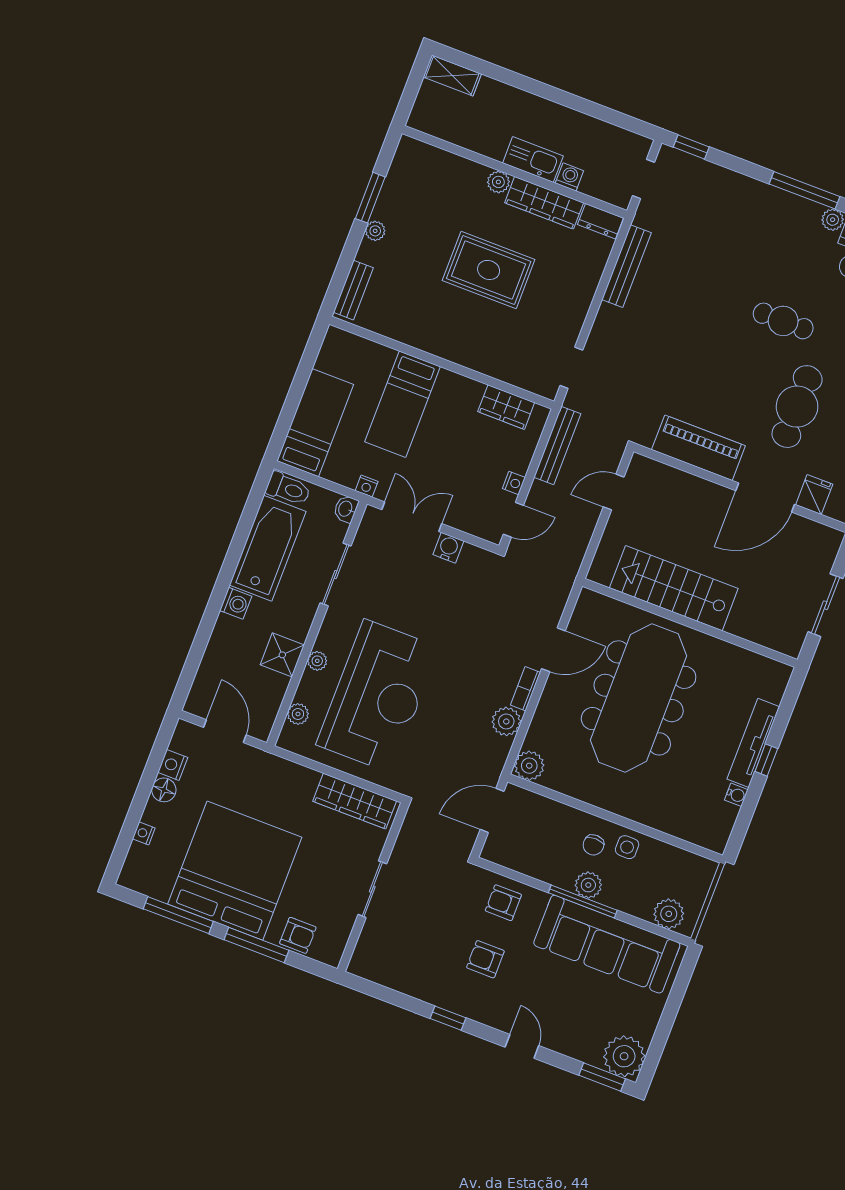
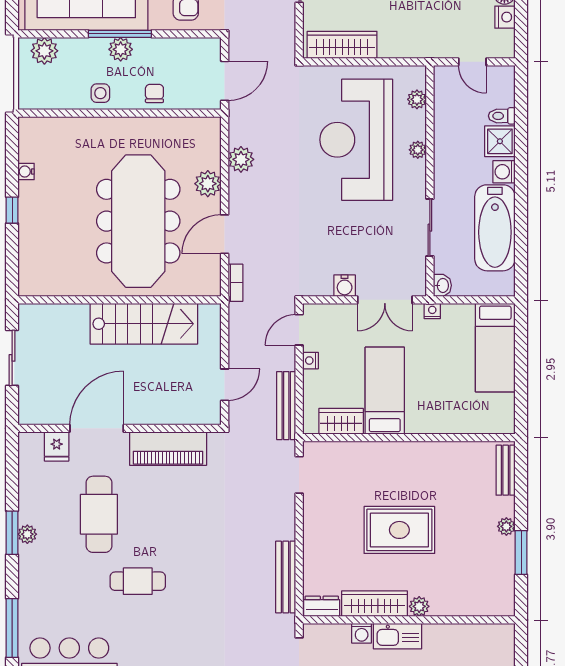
bed: (402, 404) -> (385, 391), moved
toilet: (288, 489) -> (502, 116), moved, width x0.73, depth x0.72
shower: (282, 655) -> (500, 141), moved
bookcase: (525, 689) -> (235, 283), moved
door: (225, 731) -> (472, 62), width x0.73
tv unit: (753, 743) -> (28, 220), removed
plant: (529, 766) -> (208, 184), moved
chair: (593, 845) -> (154, 93), moved

